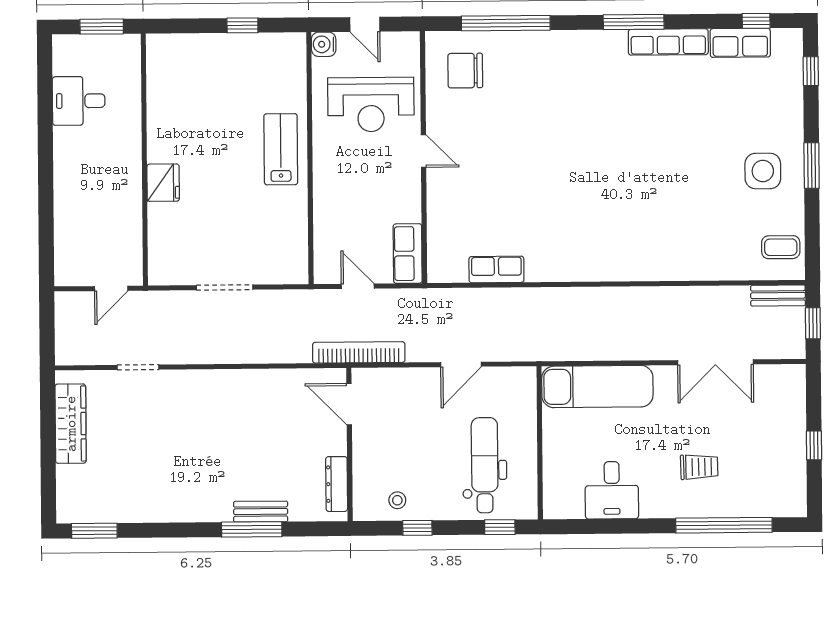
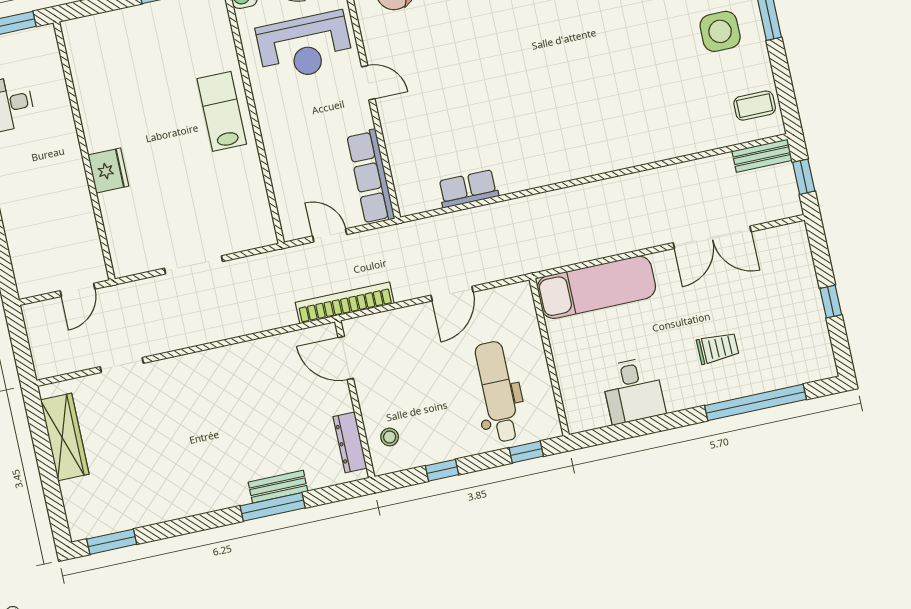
row of seats: (408, 254) -> (371, 177), width x1.48
stool: (397, 500) -> (390, 437), moved

